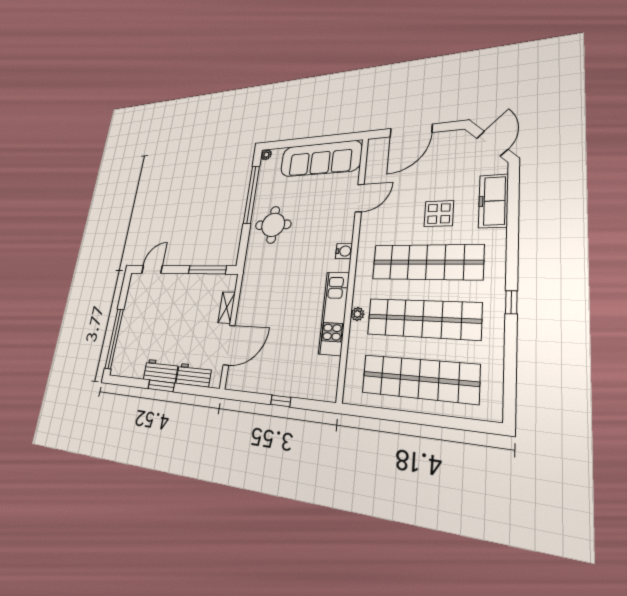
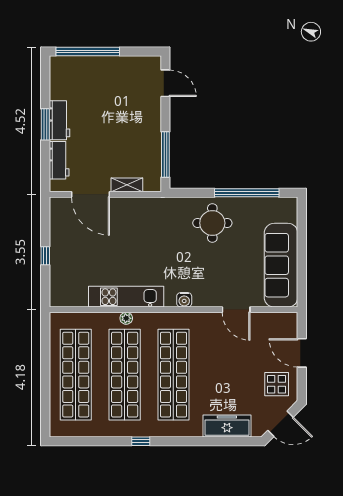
door: (411, 130) -> (302, 353), width x0.73
plant: (266, 155) -> (291, 203), removed
display table: (439, 214) -> (277, 384), moved

